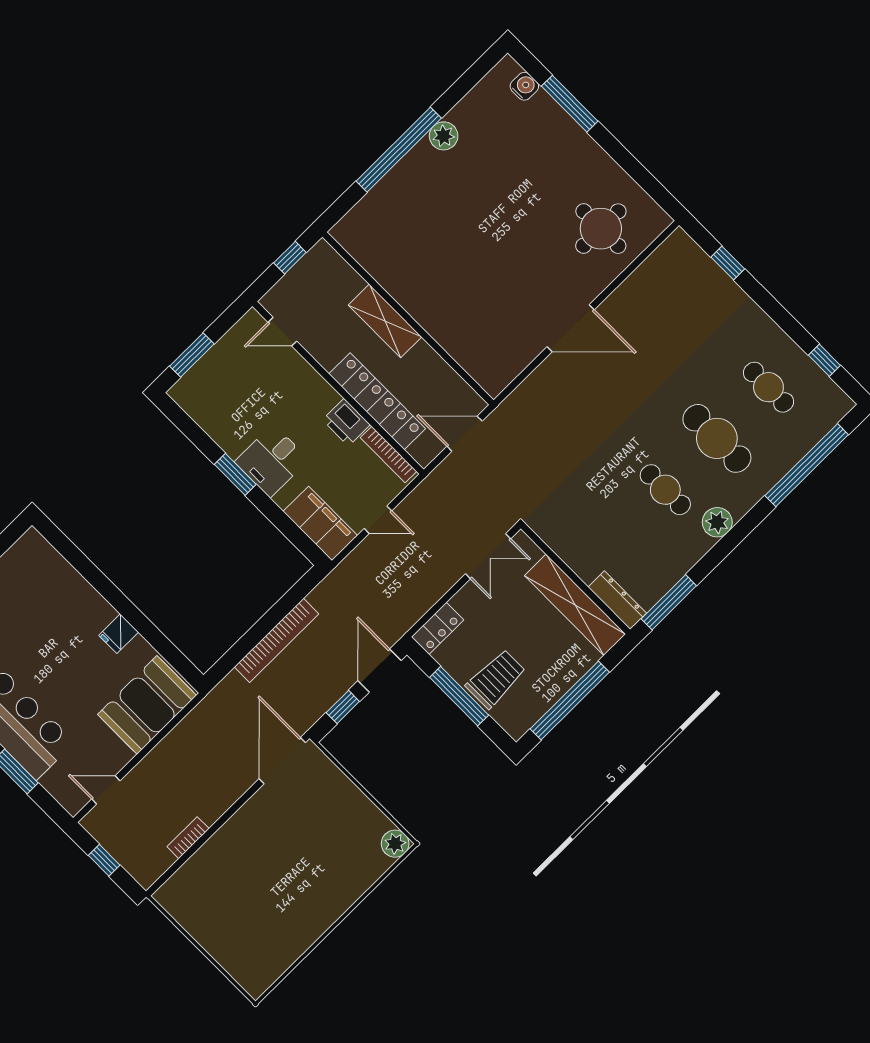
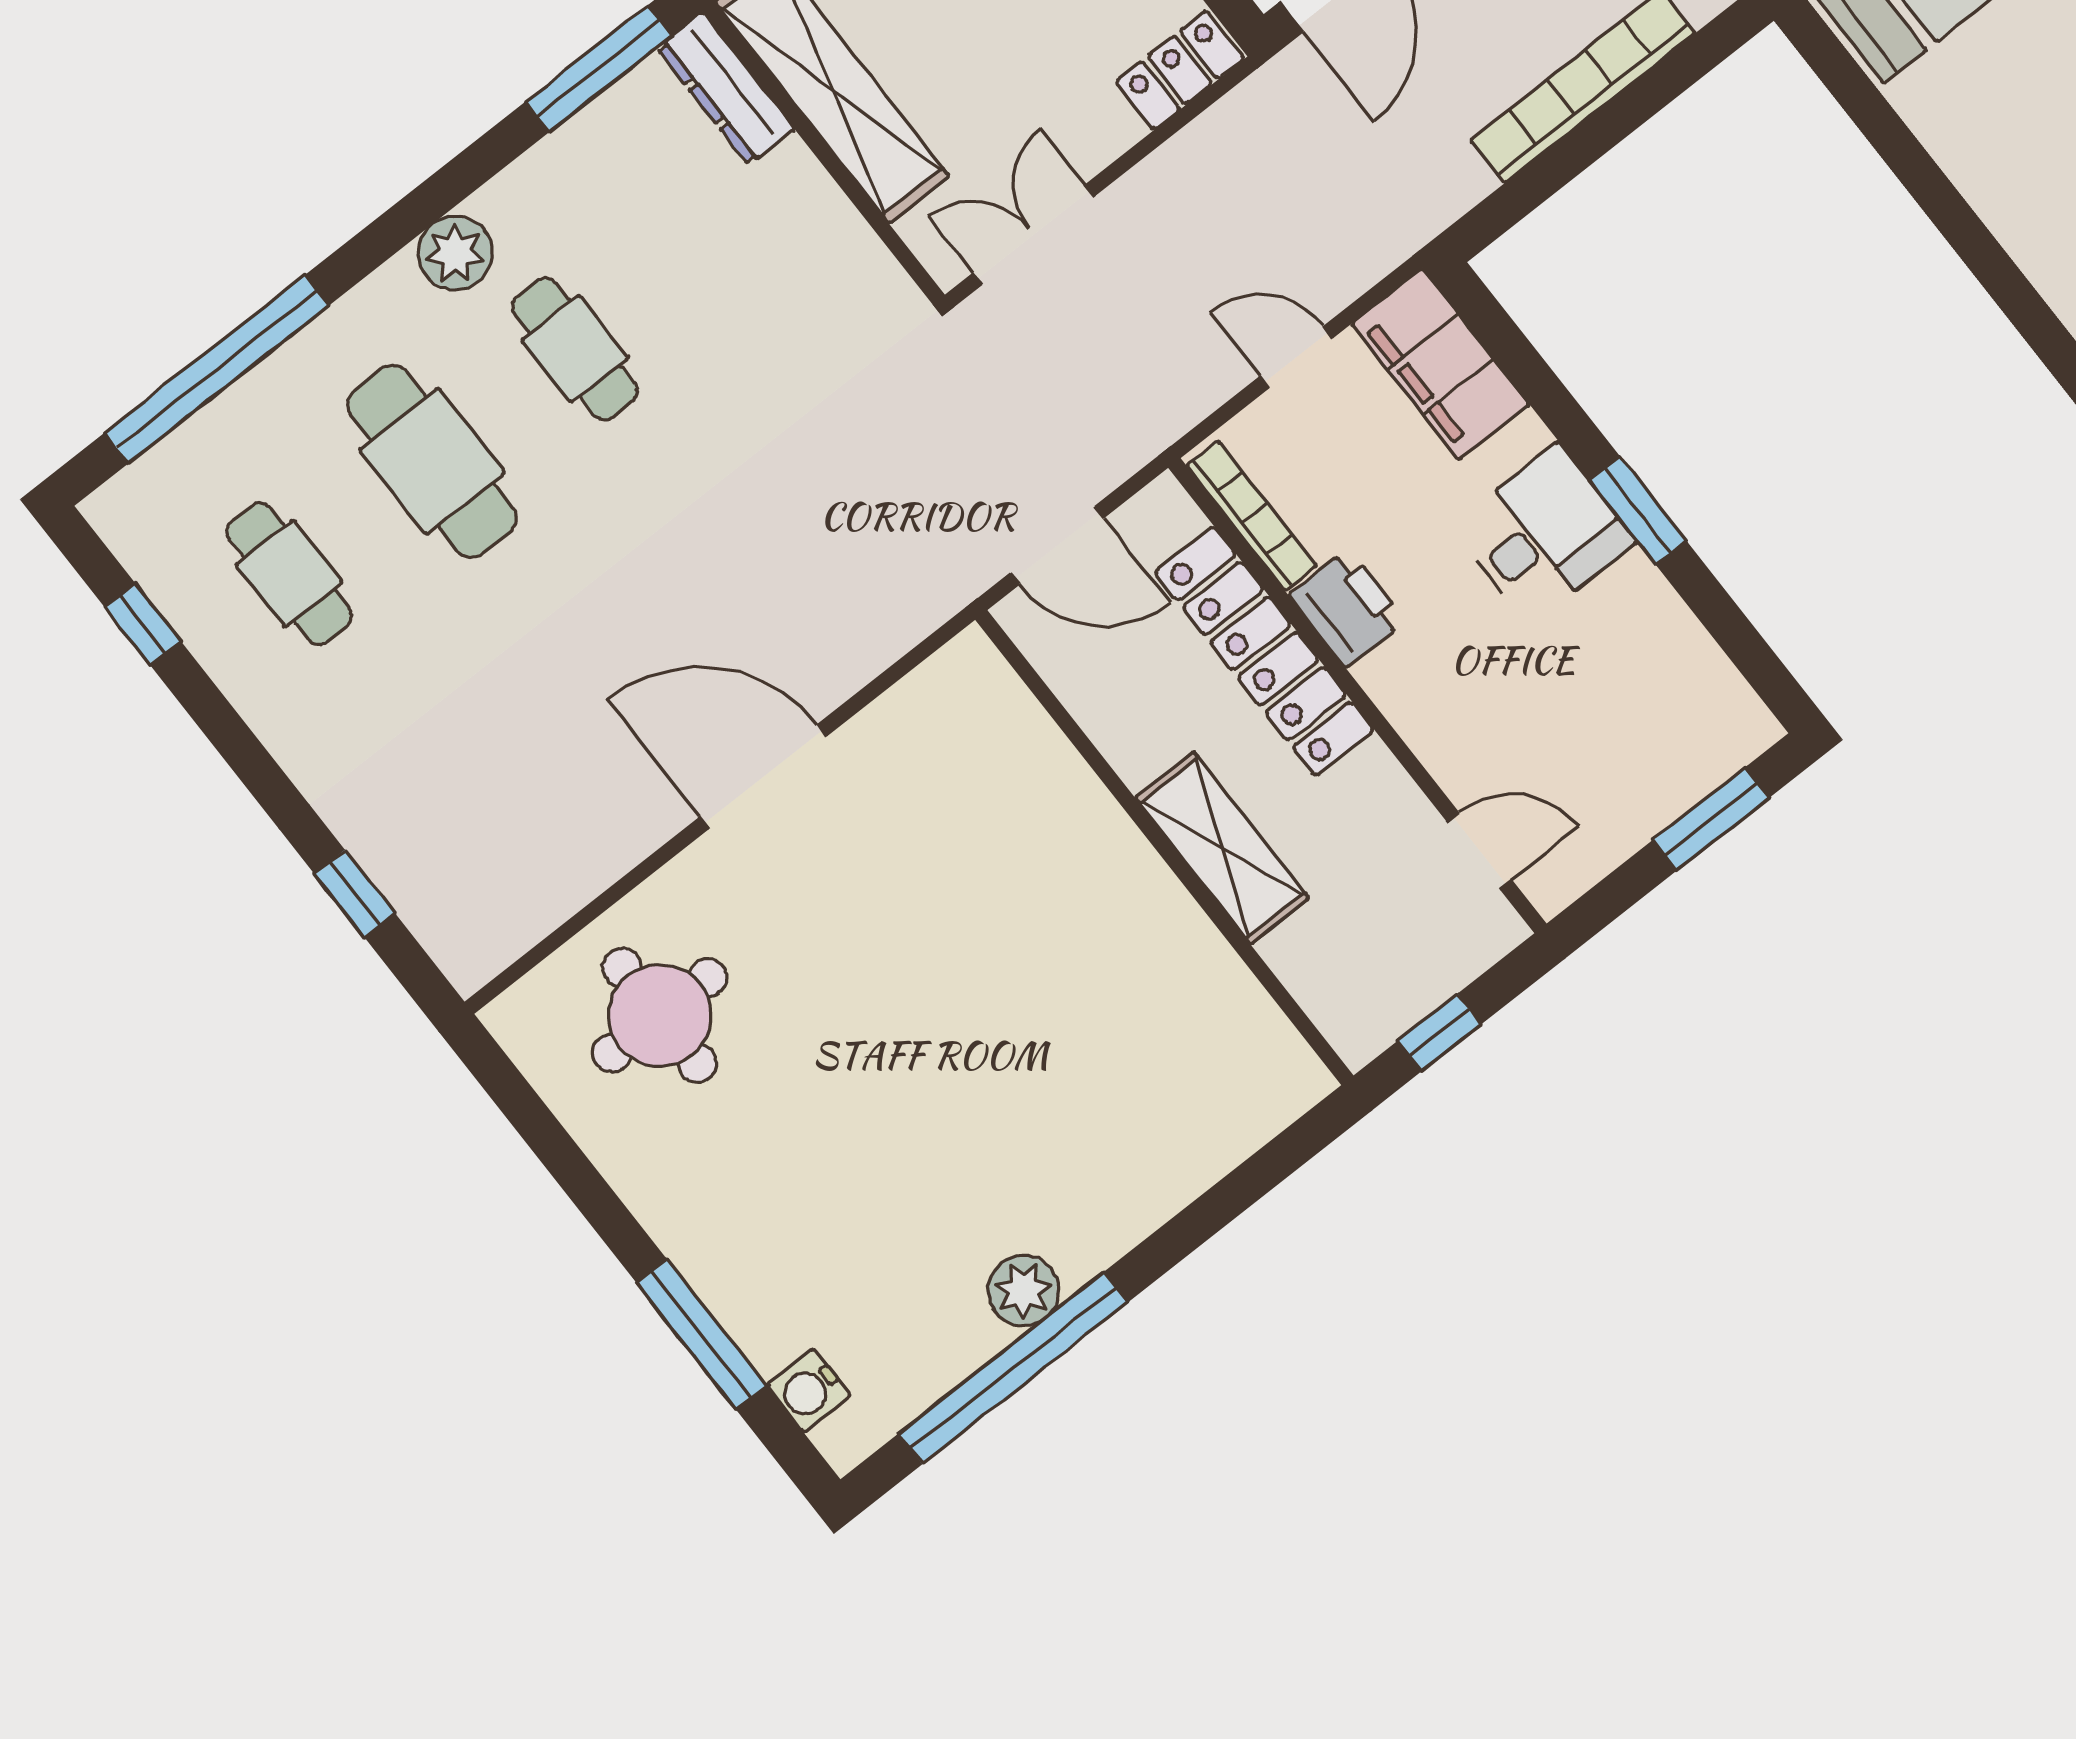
window: (399, 150) -> (1013, 1368), moved
fridge: (119, 634) -> (1973, 148), removed

